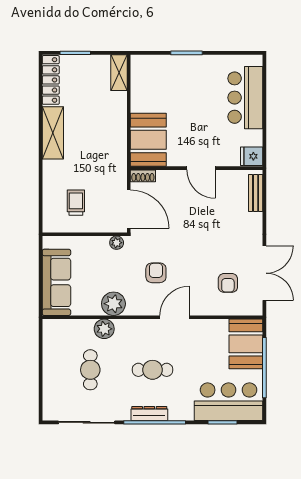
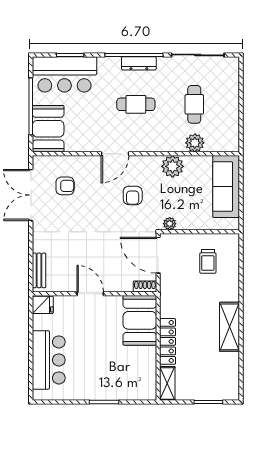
locker: (51, 80) -> (168, 341), moved, turned 180
armchair: (228, 283) -> (65, 186), turned 90
plant: (104, 329) -> (195, 143), moved

